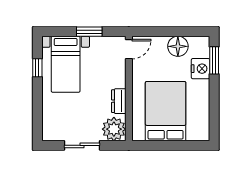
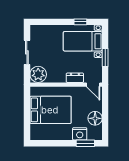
dresser: (119, 101) -> (75, 78), moved

